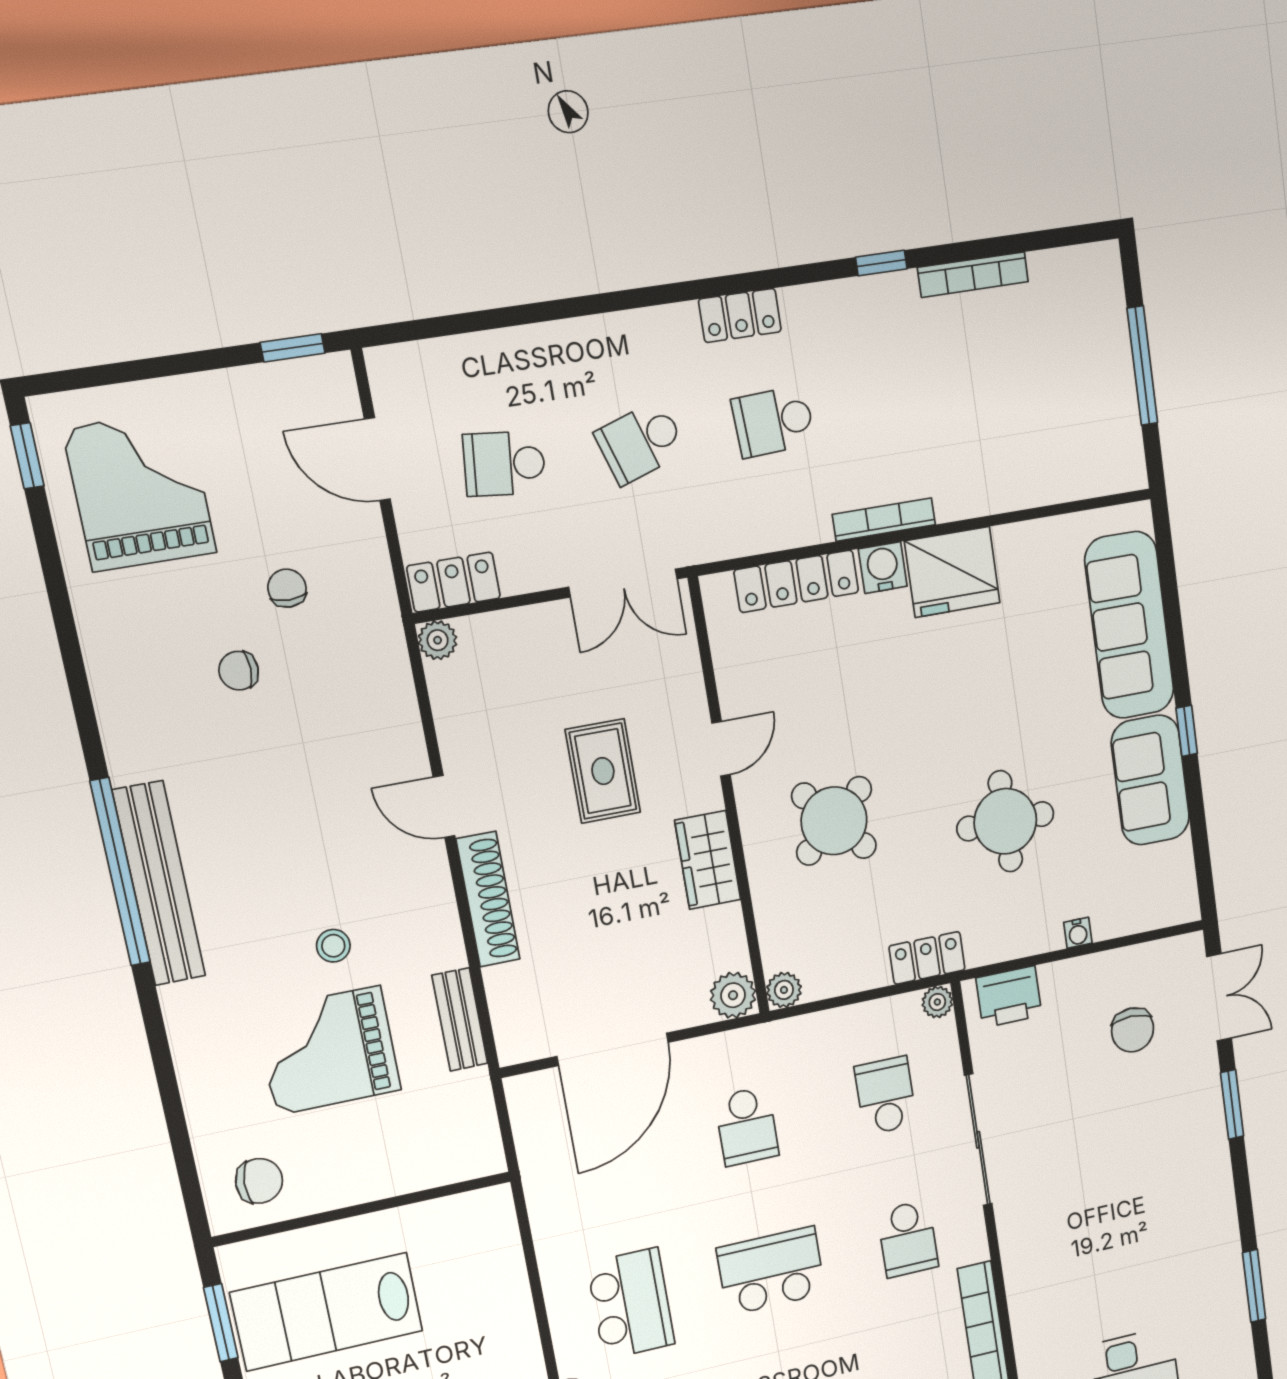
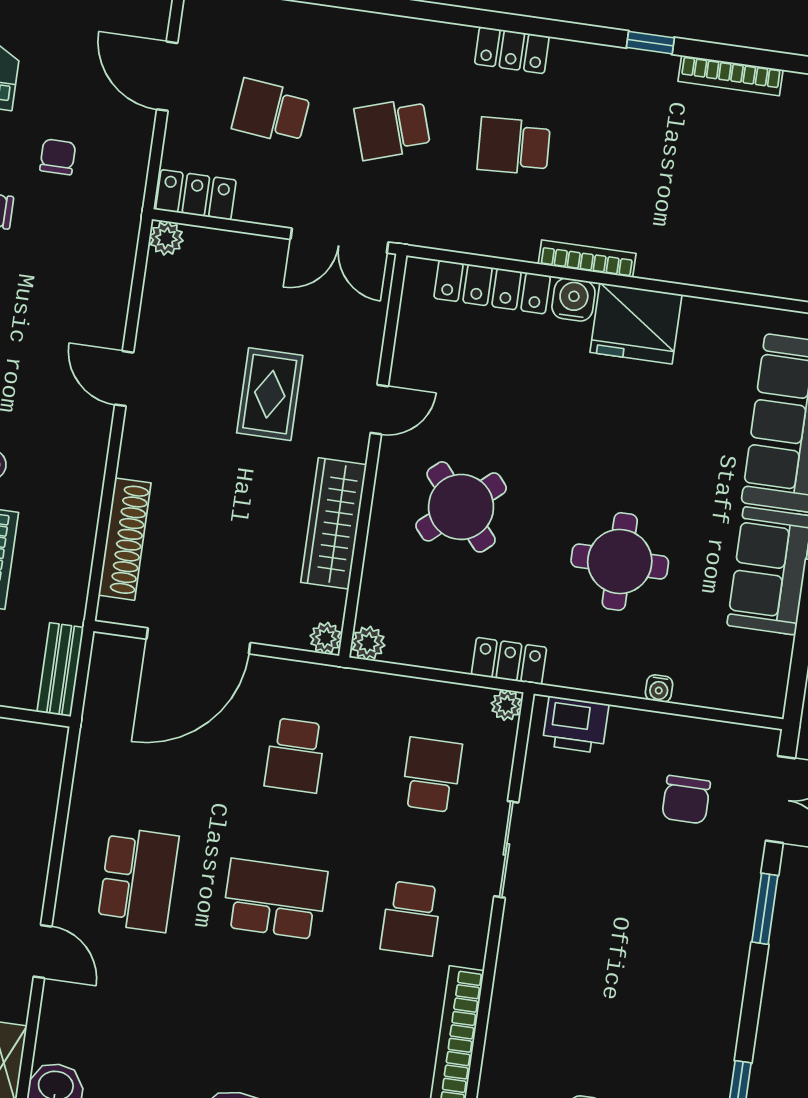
wardrobe: (708, 860) -> (334, 523), width x1.50
shoe rack: (488, 899) -> (125, 539), moved
plant: (733, 995) -> (326, 638), width x0.73, depth x0.73
bench: (460, 1020) -> (60, 670), moved
sliding door: (978, 1140) -> (506, 849), width x0.73

